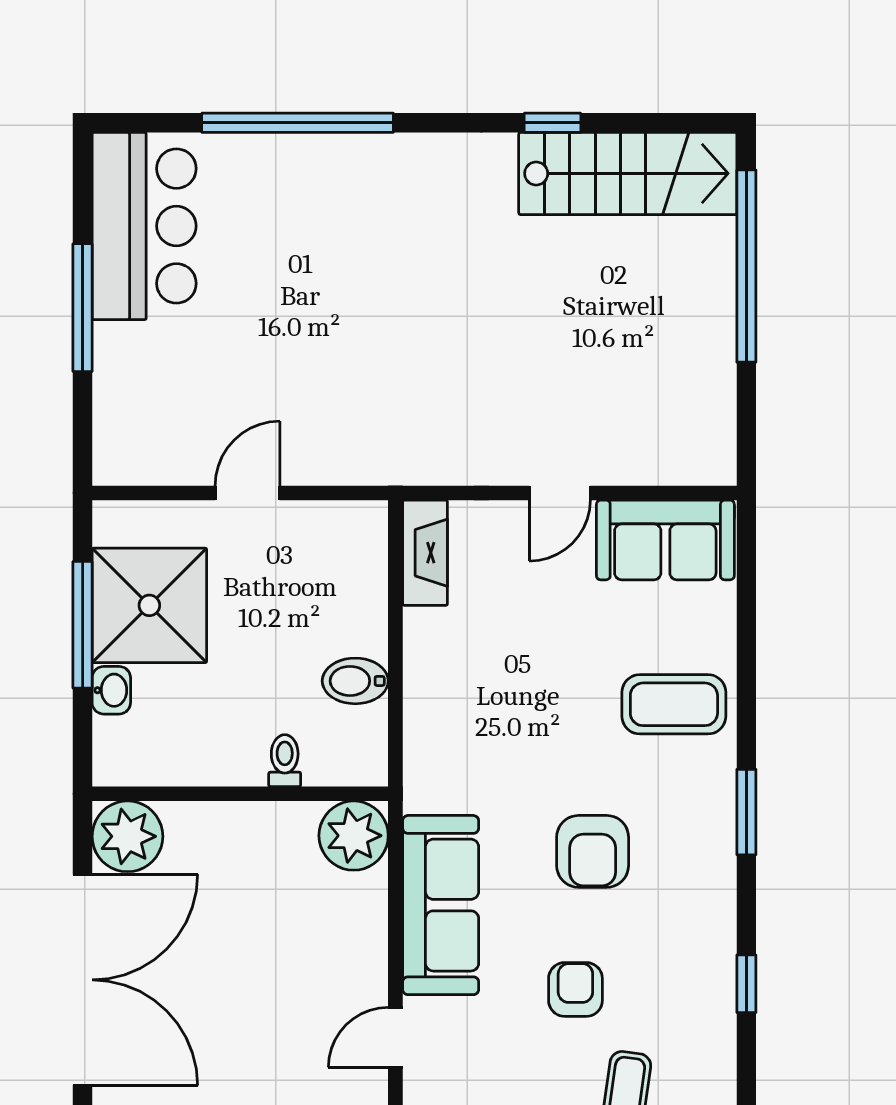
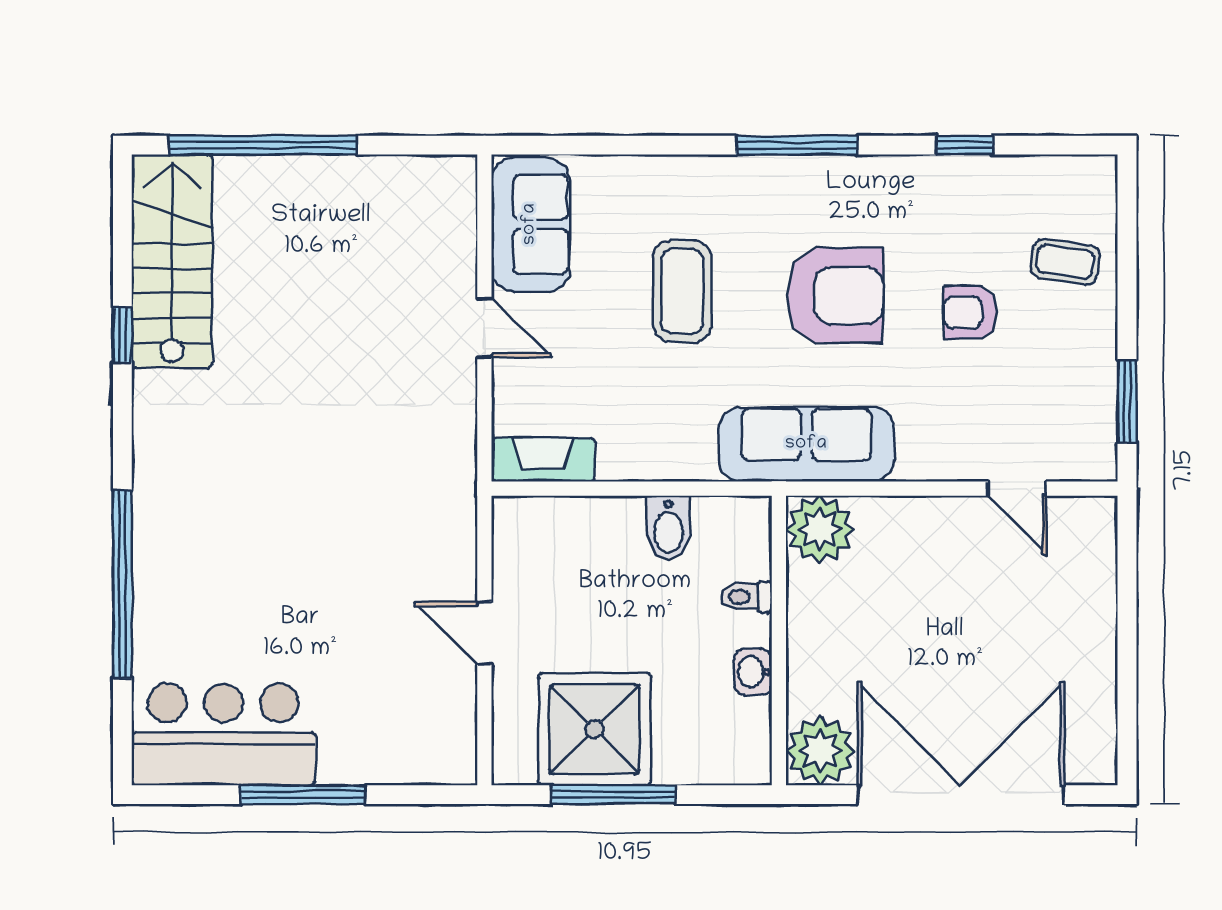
washbasin: (111, 690) -> (753, 672), moved, turned -90
coffee table: (674, 704) -> (682, 291), moved
window: (746, 812) -> (797, 145), width x1.44
armchair: (593, 851) -> (835, 296), width x1.36, depth x1.36
sofa: (441, 905) -> (806, 444), moved

